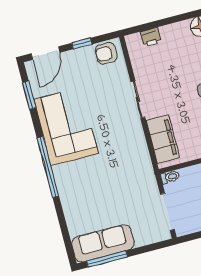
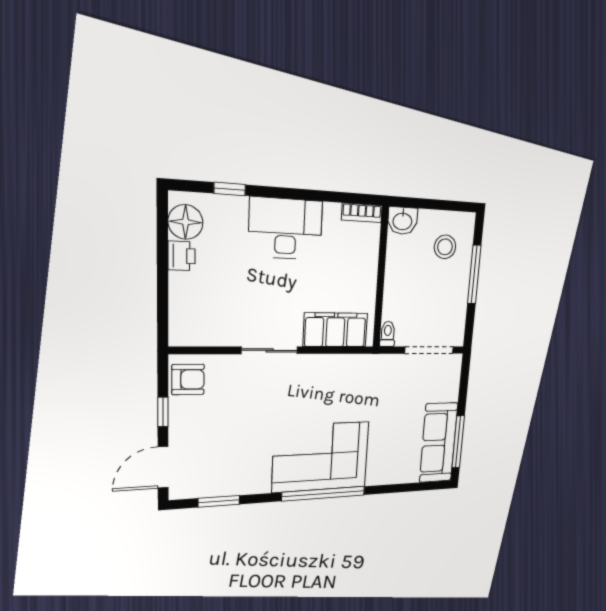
printer: (151, 37) -> (182, 256), moved
door: (46, 53) -> (163, 467), swing flipped
armchair: (106, 53) -> (188, 379), turned -90
corner sofa: (66, 126) -> (321, 457), moved

